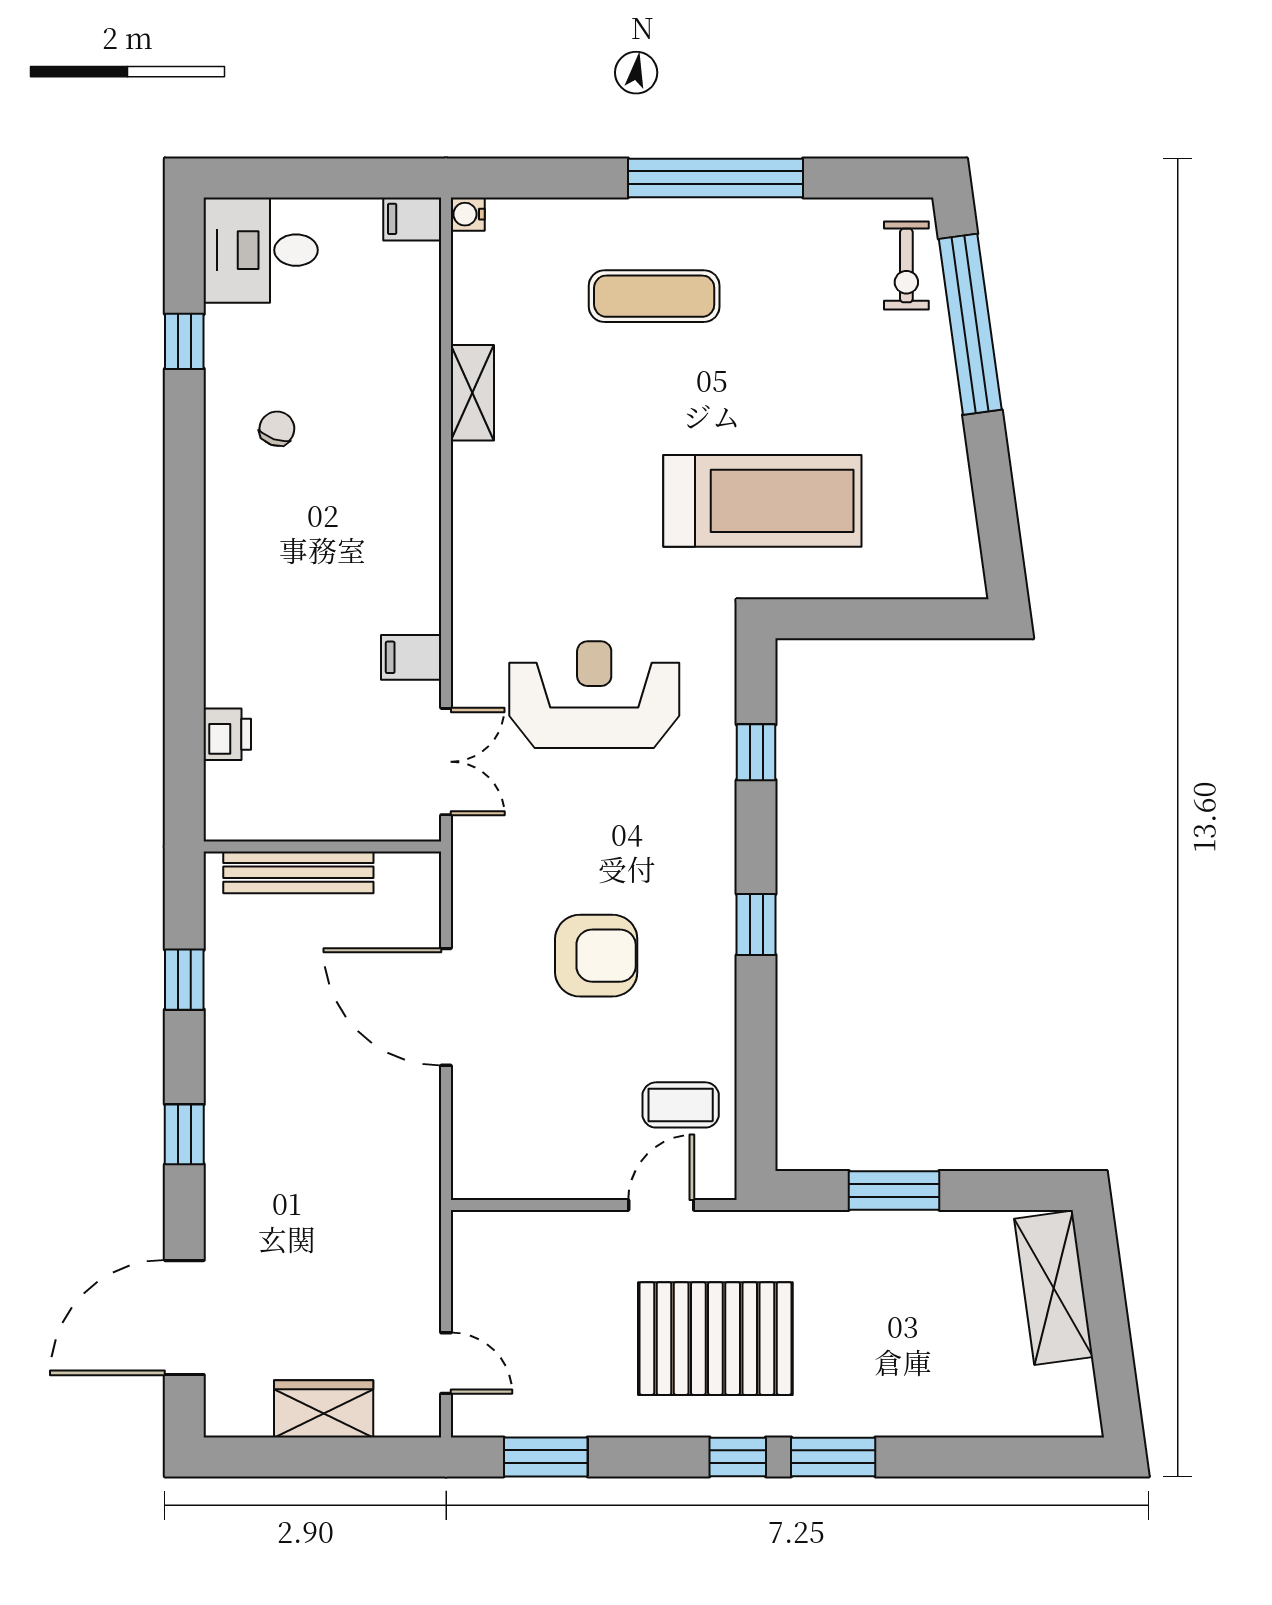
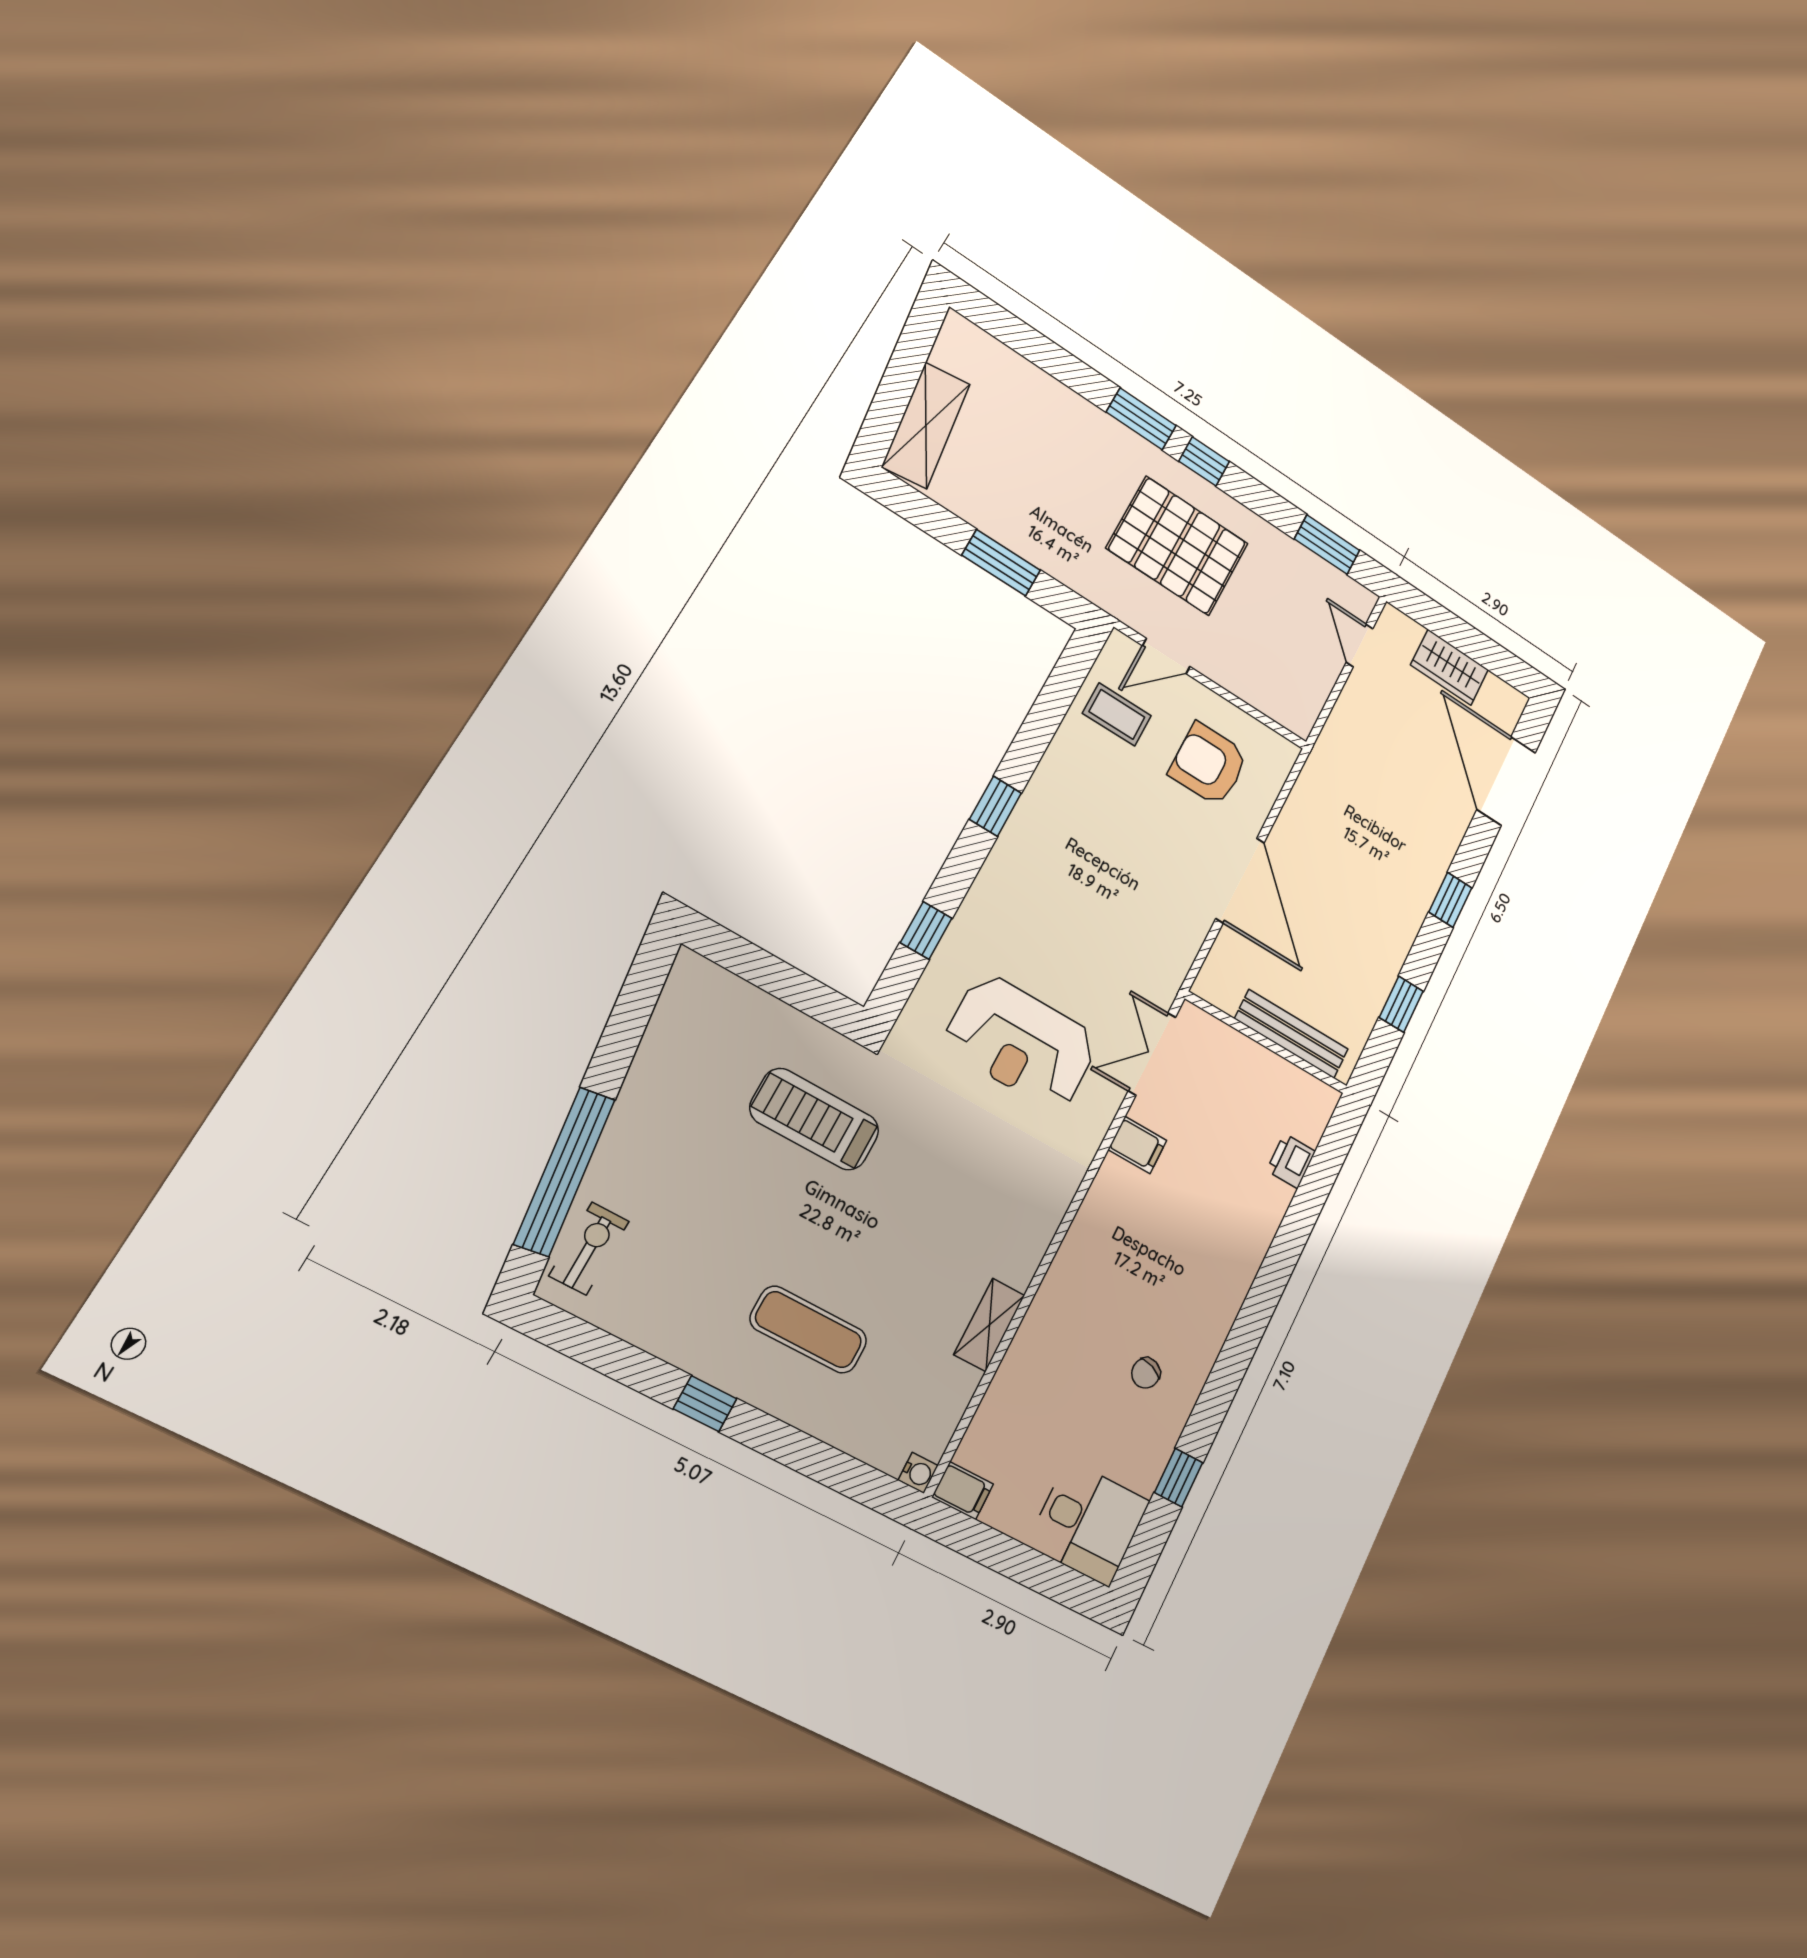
window: (715, 178) -> (705, 1404), width x0.32
treadmill: (762, 501) -> (815, 1119), width x0.73, depth x0.73
armchair: (596, 956) -> (1209, 764), moved
door: (184, 1318) -> (1506, 781), swing flipped

